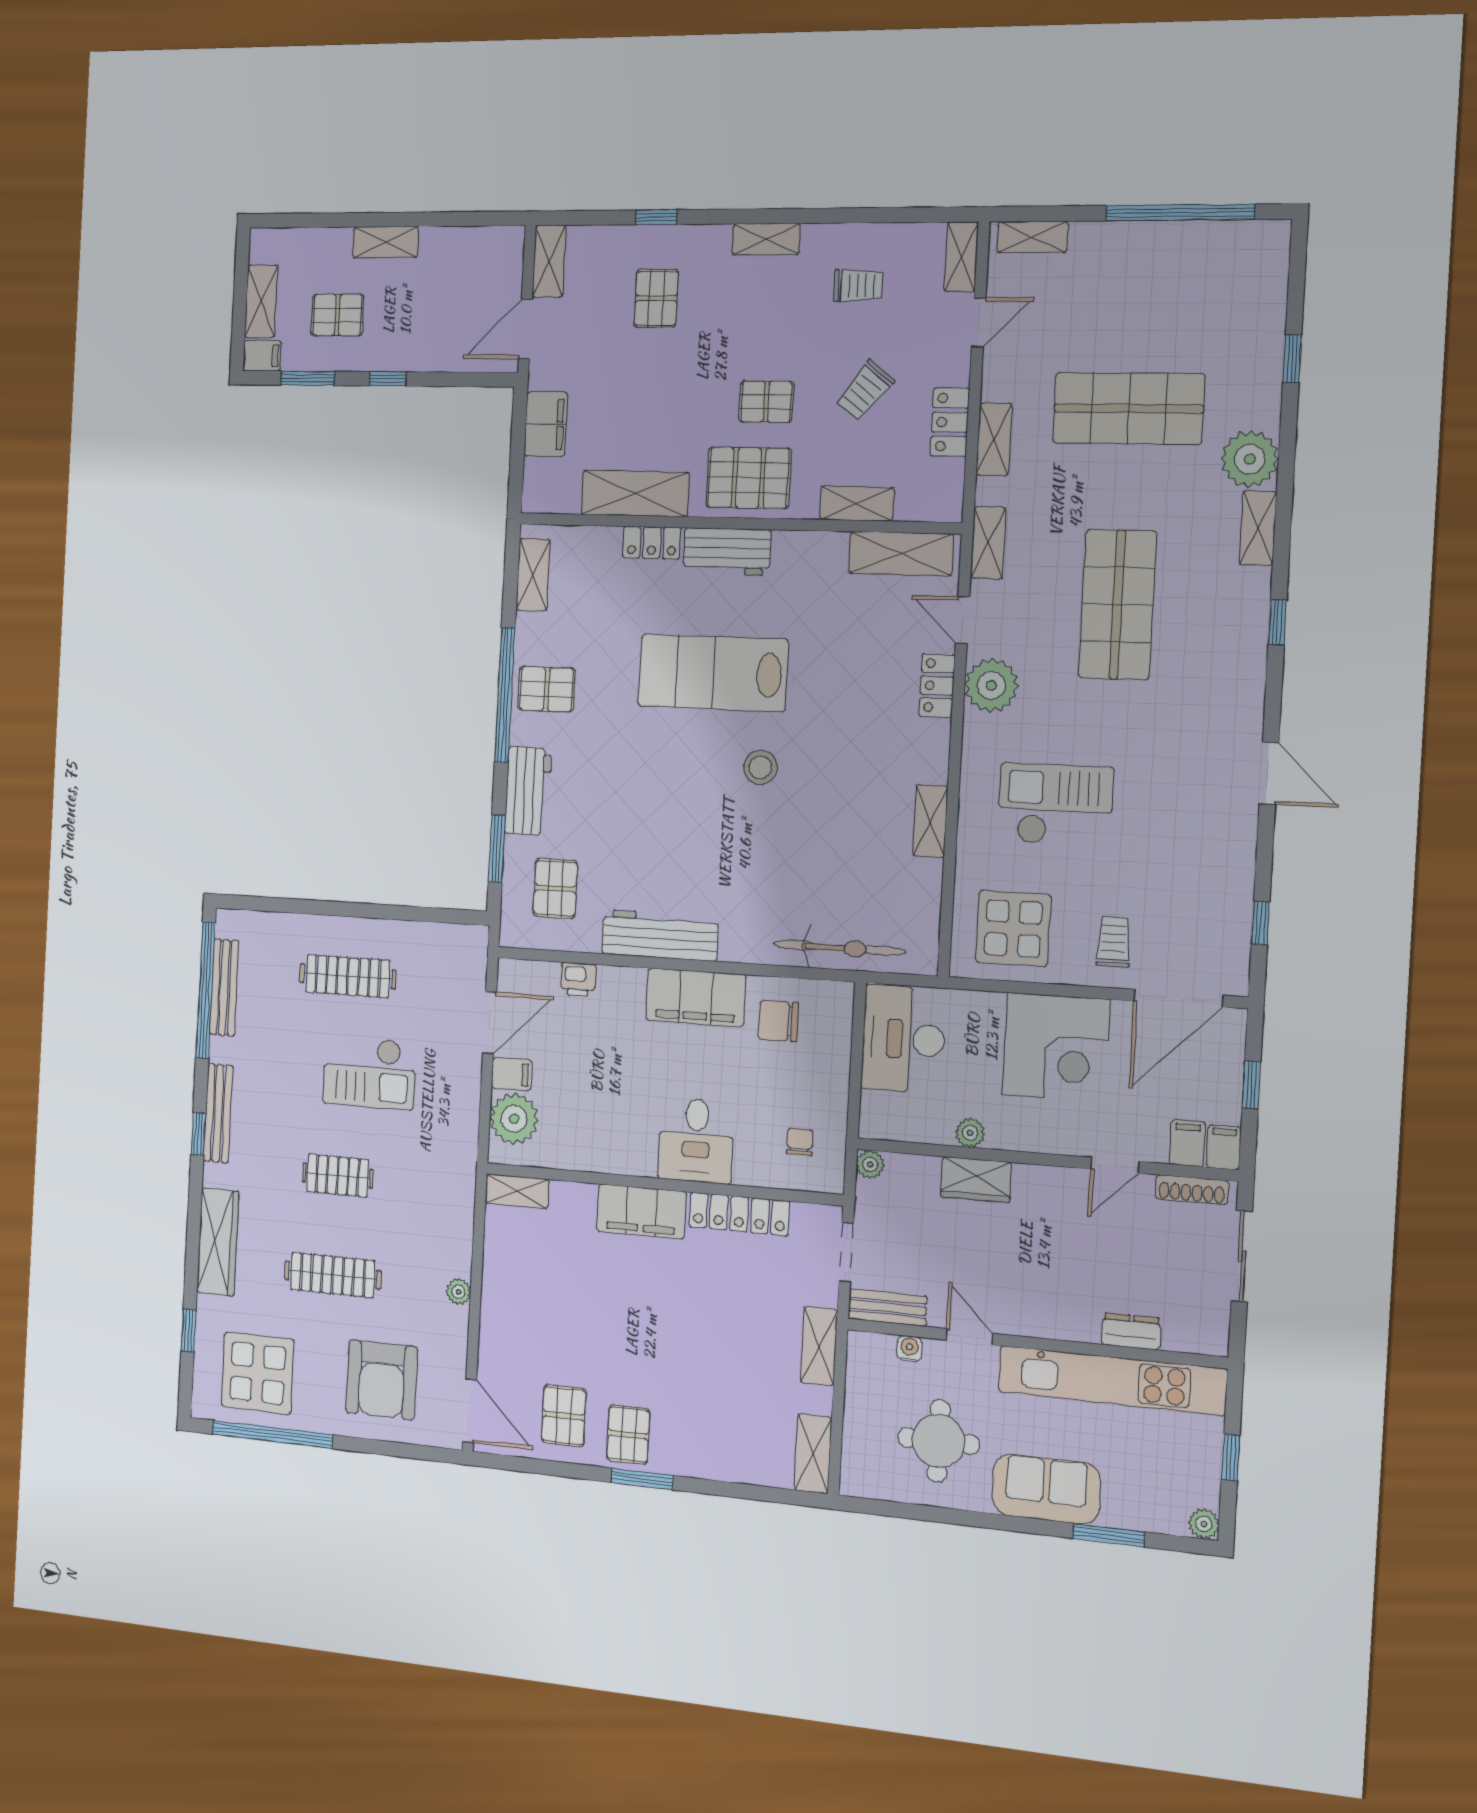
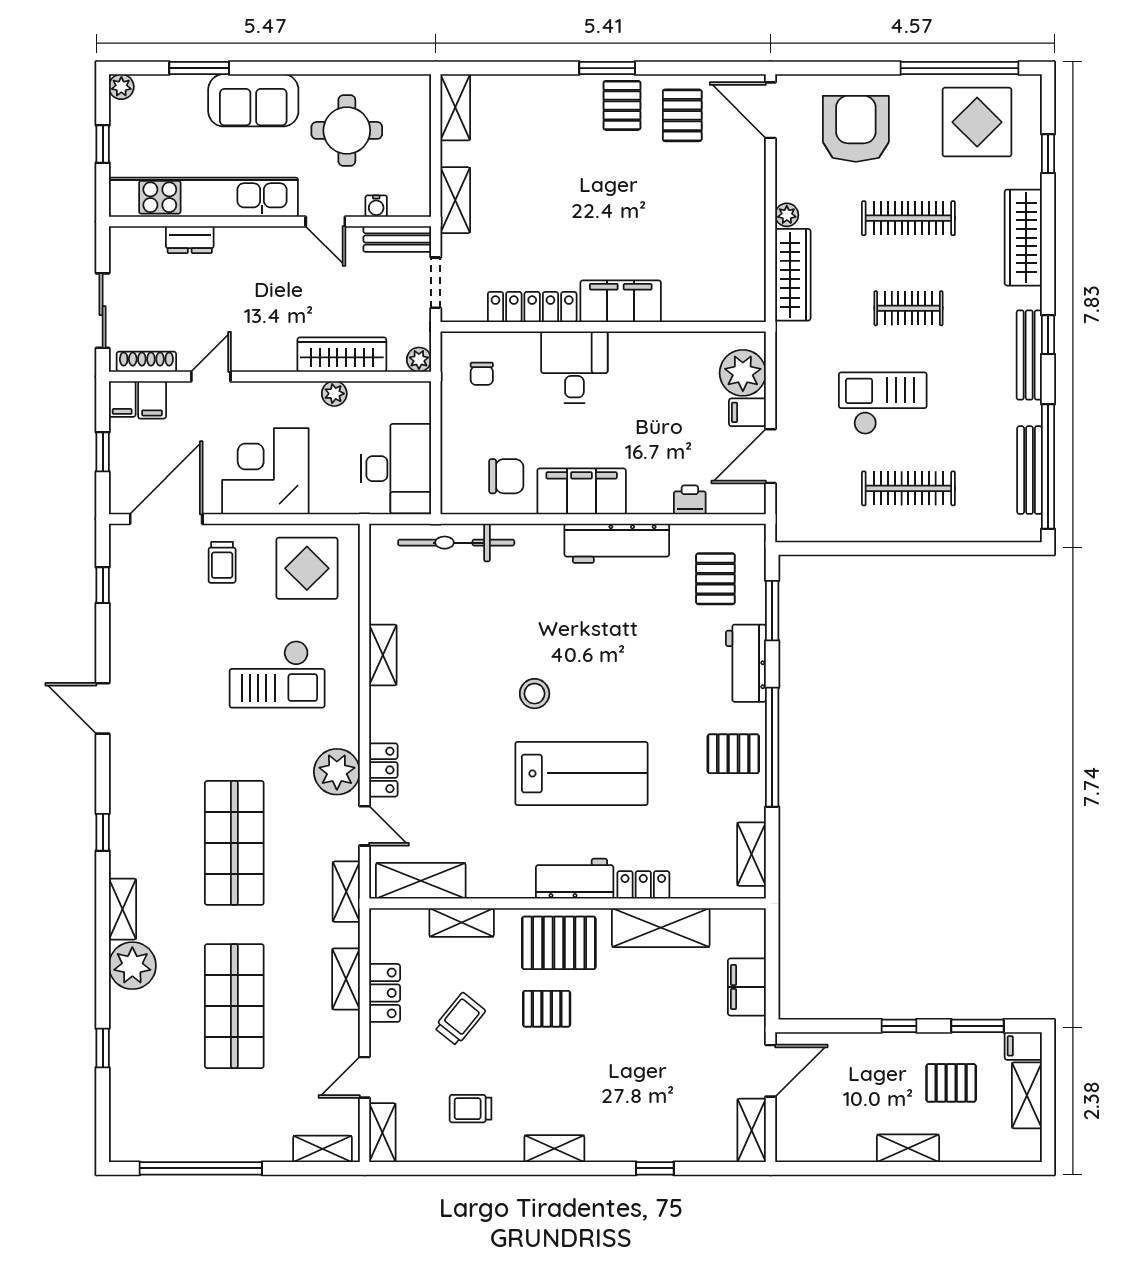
pallet: (656, 298) -> (651, 1098), removed
shop shelf: (1128, 408) -> (234, 1006), turned 90
wardrobe: (976, 1179) -> (342, 355), width x1.50
shelving: (517, 1191) -> (737, 309), removed
wardrobe: (456, 1224) -> (793, 275), added

